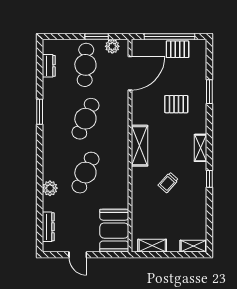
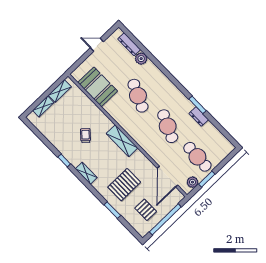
pallet: (178, 49) -> (146, 210), moved, turned 90
dresser: (49, 66) -> (199, 116), moved
pallet: (176, 104) -> (124, 185), width x1.50, depth x1.42
plant: (50, 188) -> (141, 59), moved
booth: (114, 231) -> (98, 87), moved
shelving: (193, 246) -> (43, 107), moved

